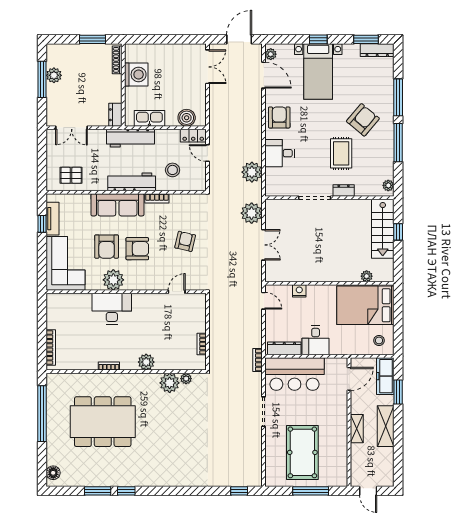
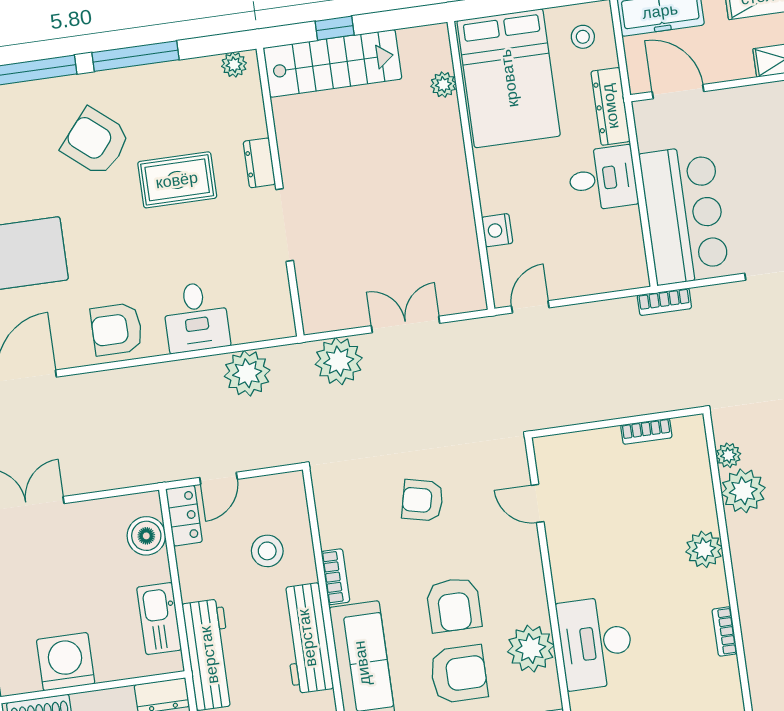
armchair: (137, 249) -> (454, 605), turned 180
dresser: (284, 348) -> (610, 106), moved

